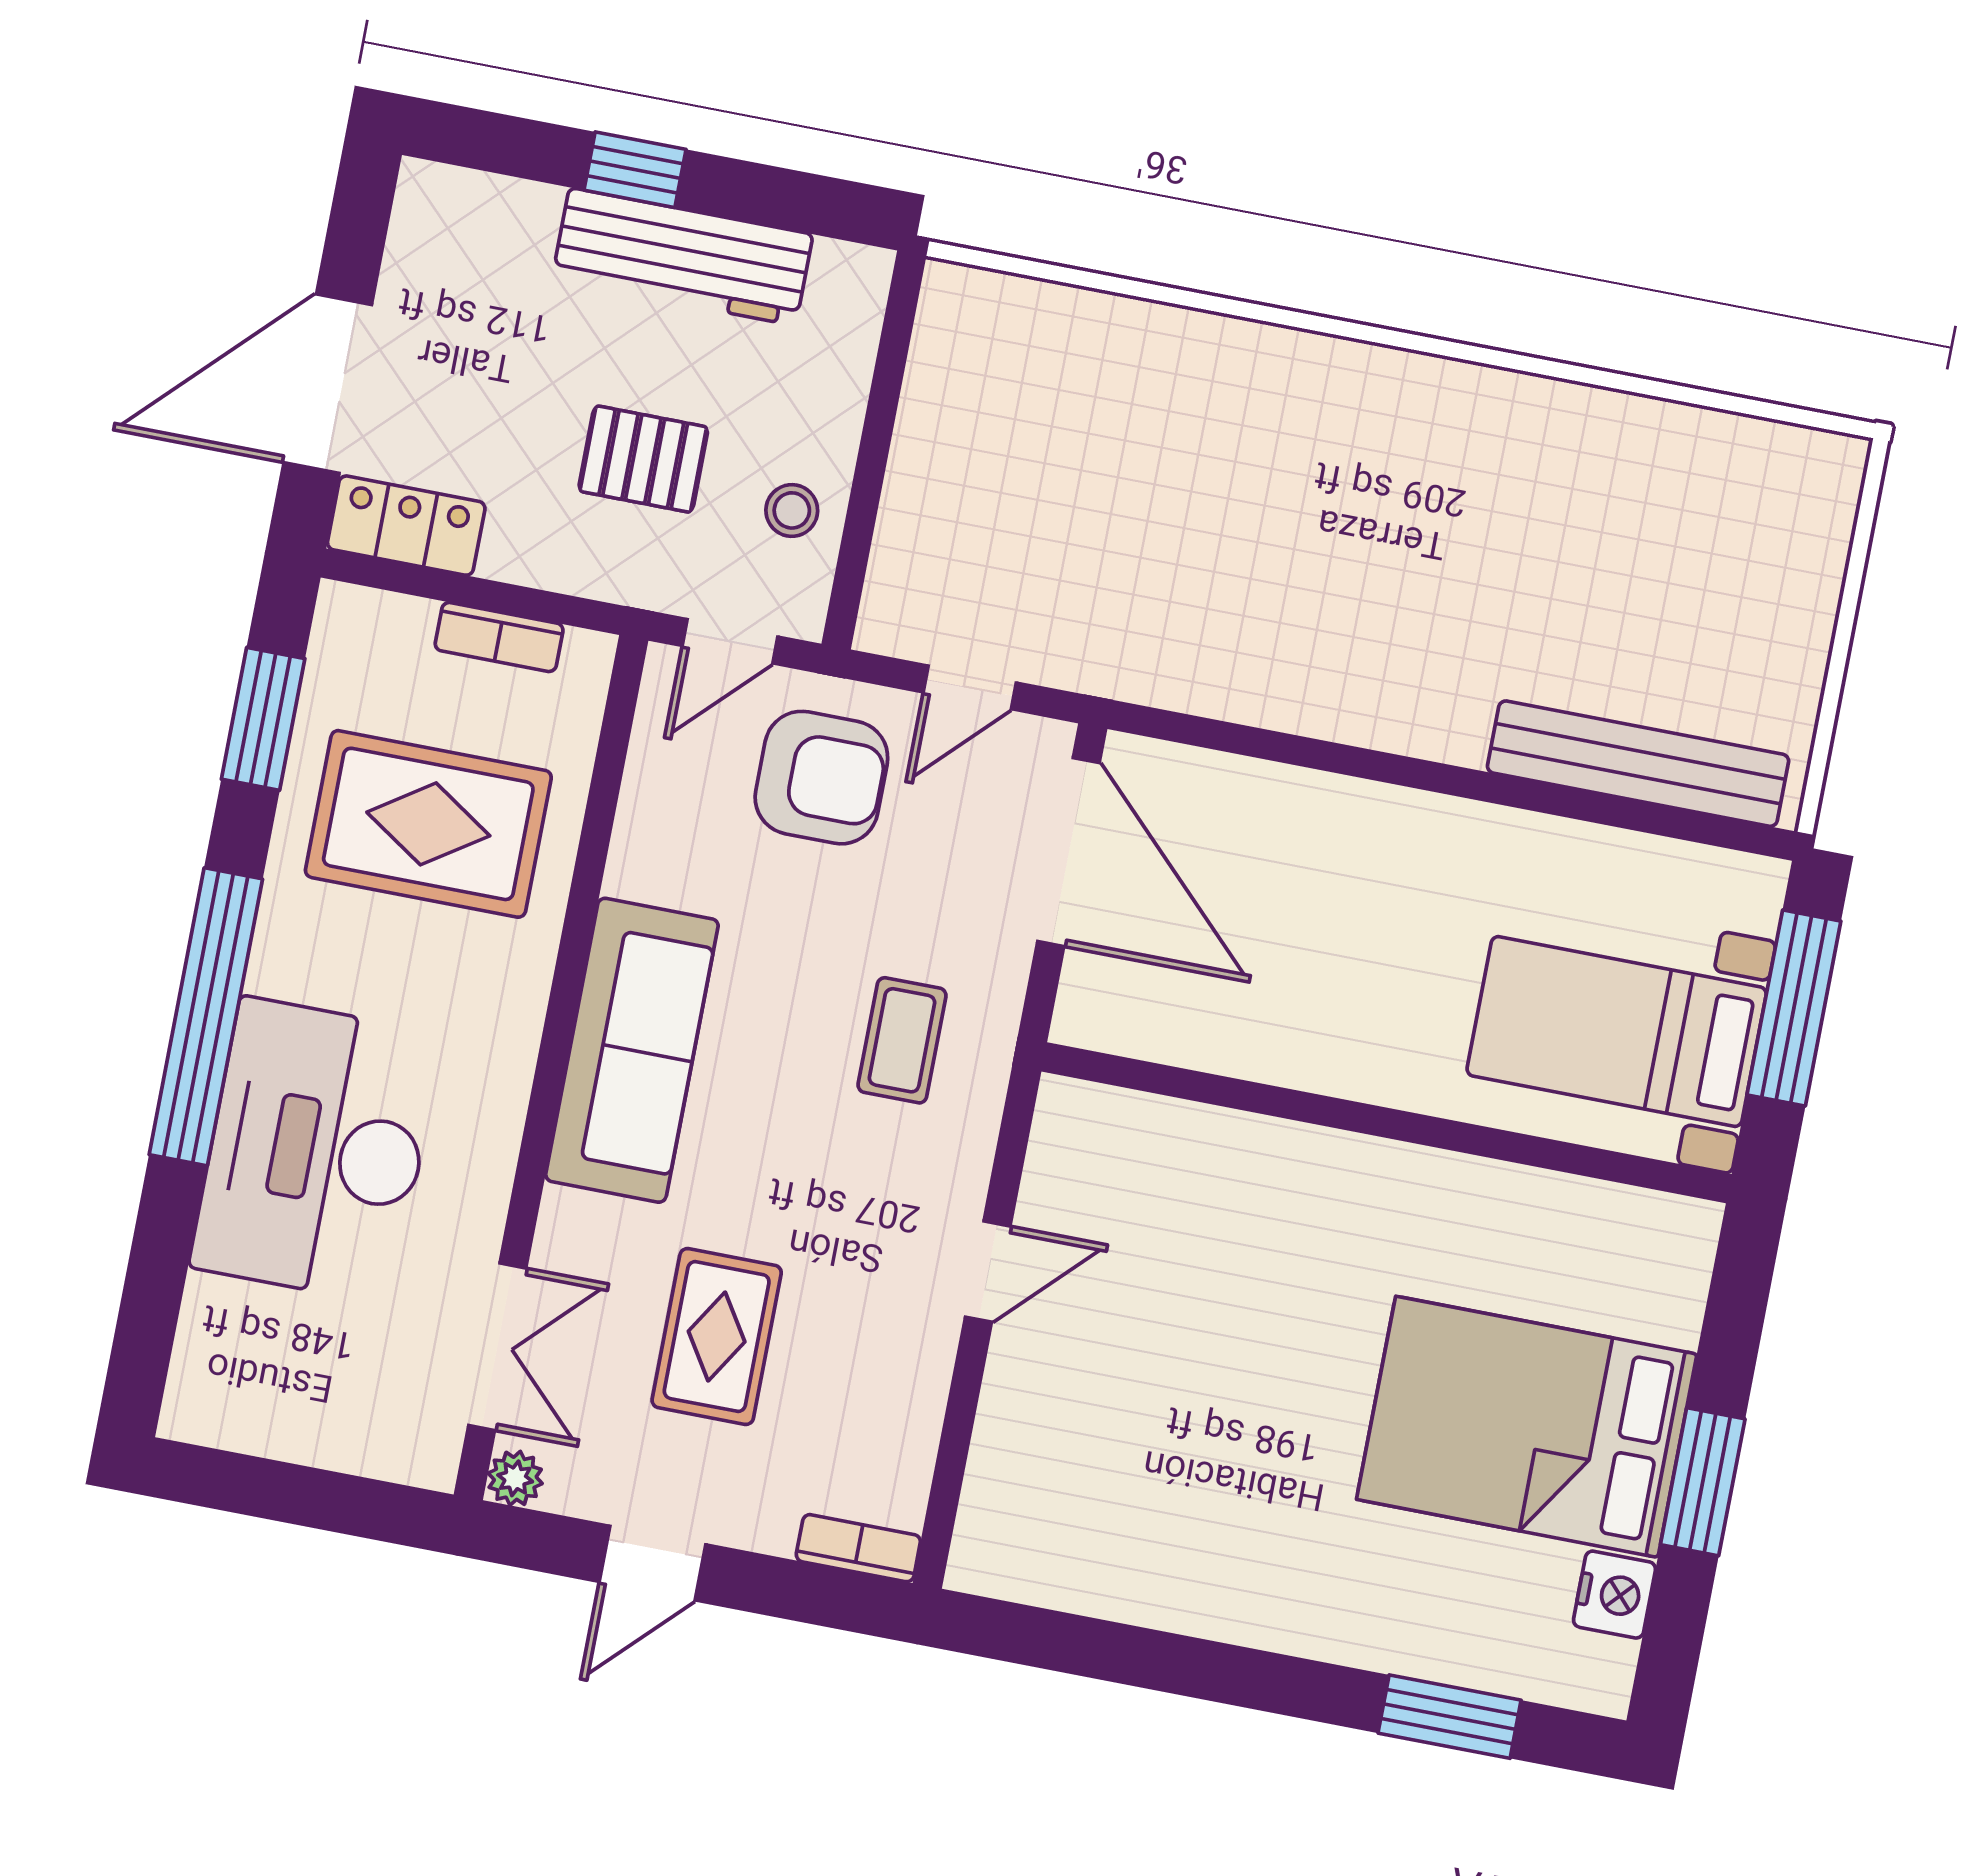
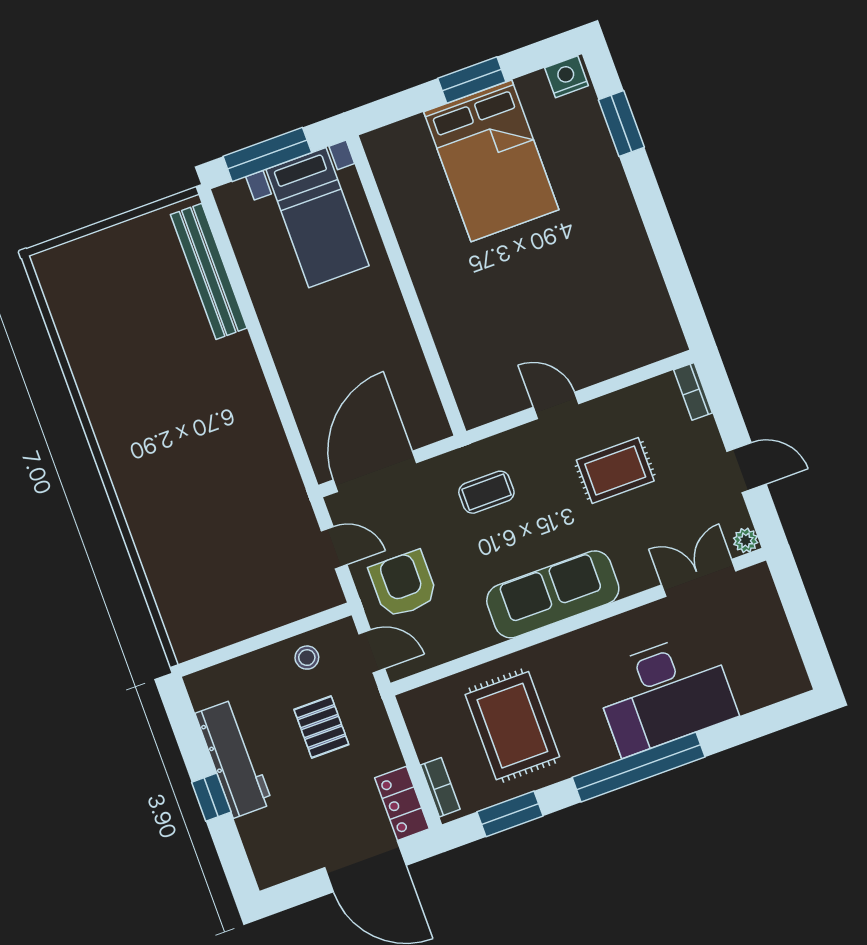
bookcase: (499, 637) -> (440, 787), moved
rug: (717, 1337) -> (615, 471), moved
nightstand: (1614, 1595) -> (567, 77), moved

